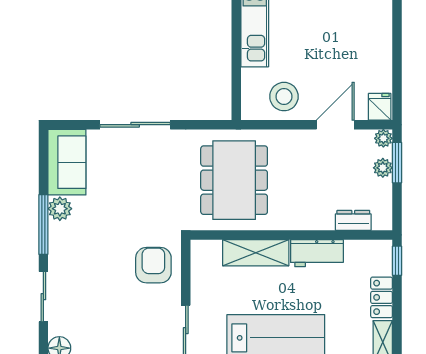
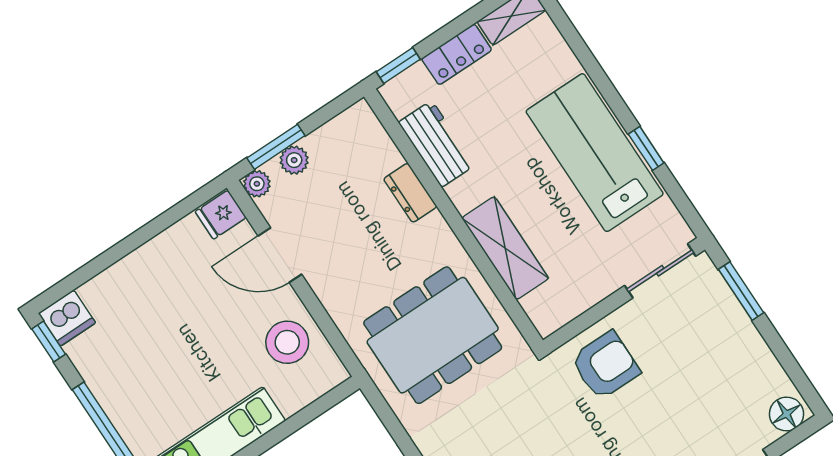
dresser: (353, 220) -> (410, 193), moved
workbench: (317, 253) -> (437, 144), moved
armchair: (153, 265) -> (605, 365), turned 180

